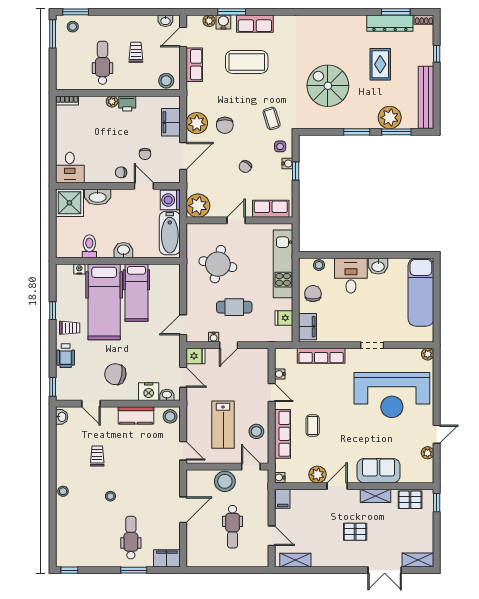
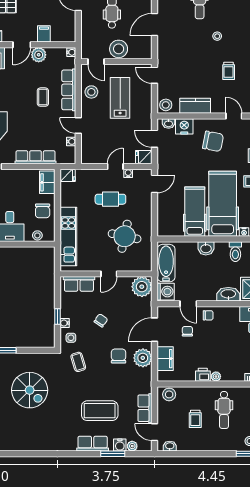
door: (183, 37) -> (155, 432), swing flipped
fridge: (284, 318) -> (68, 175), moved
filing cabinet: (283, 499) -> (44, 34), moved

